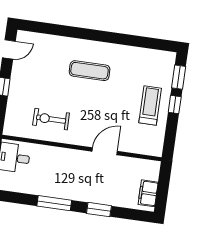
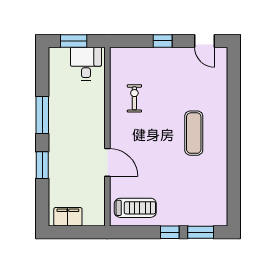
treadmill: (150, 106) -> (135, 208), moved
exercise bike: (51, 119) -> (134, 98), width x0.73, depth x0.72

